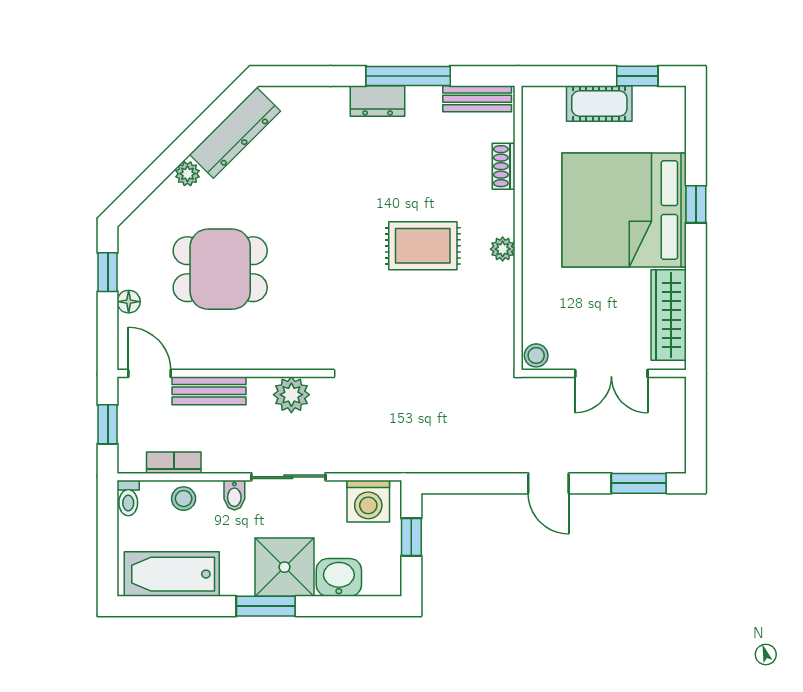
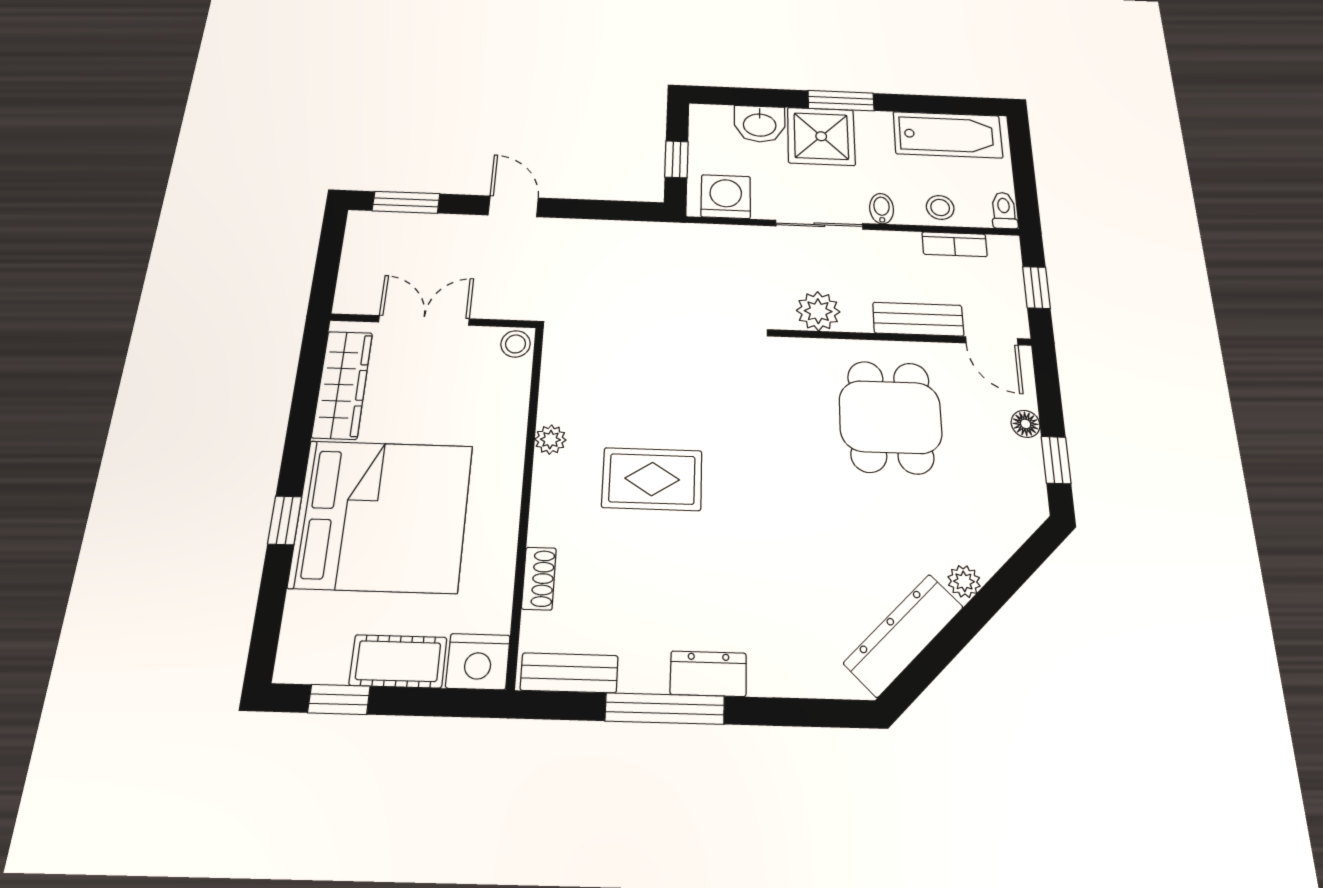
nightstand: (543, 105) -> (478, 662), added
plant: (503, 249) -> (550, 440), moved
dining table: (220, 269) -> (890, 417), moved, turned 90

